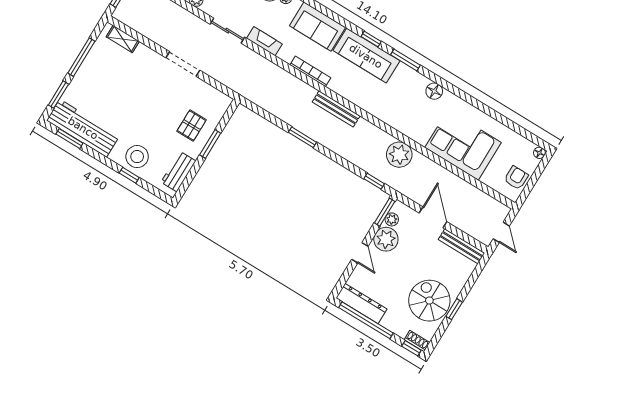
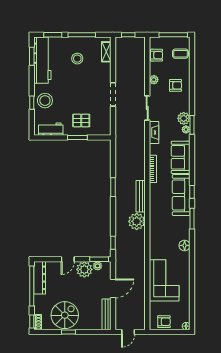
stool: (109, 82) -> (77, 59), added
plant: (399, 155) -> (137, 221), moved

